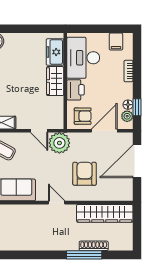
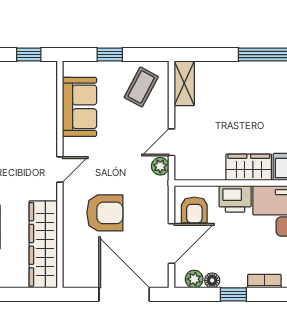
window: (137, 107) -> (233, 294), moved
door: (104, 131) -> (172, 244), hinge flipped
plant: (59, 143) -> (160, 166), width x0.53, depth x0.53

